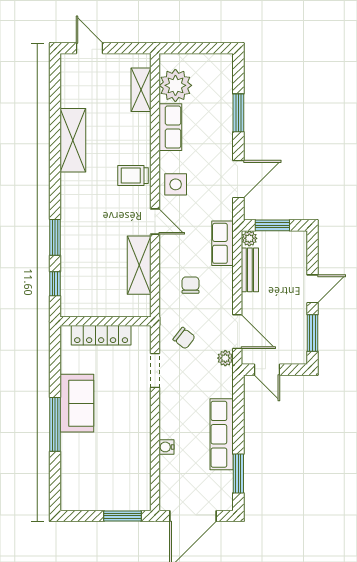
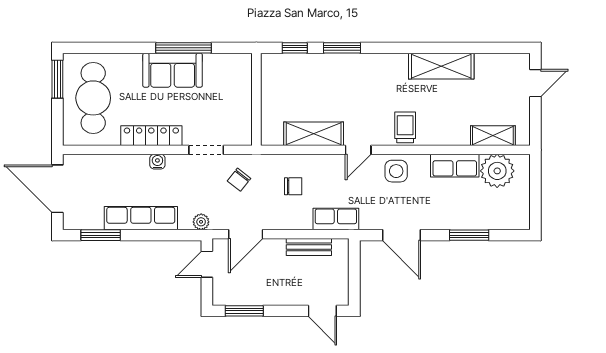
window: (272, 225) -> (354, 270), removed
plant: (249, 238) -> (341, 246), removed
door: (313, 289) -> (322, 311), moved
locker: (101, 335) -> (151, 136), moved, turned 90
plant: (225, 358) -> (201, 222), moved
window: (55, 424) -> (183, 48), moved
water cooler: (166, 447) -> (157, 162), moved
cafe table: (104, 481) -> (93, 98), added
window: (122, 516) -> (57, 79), moved

